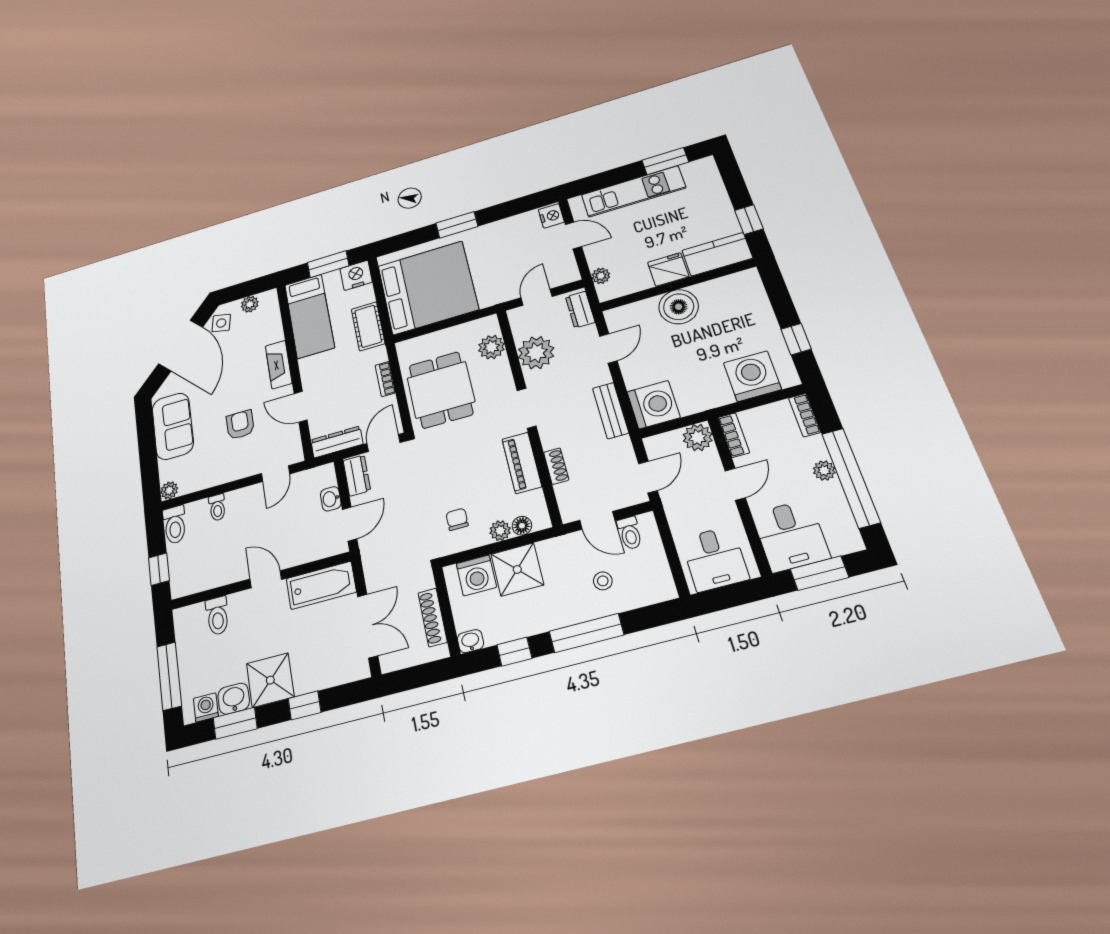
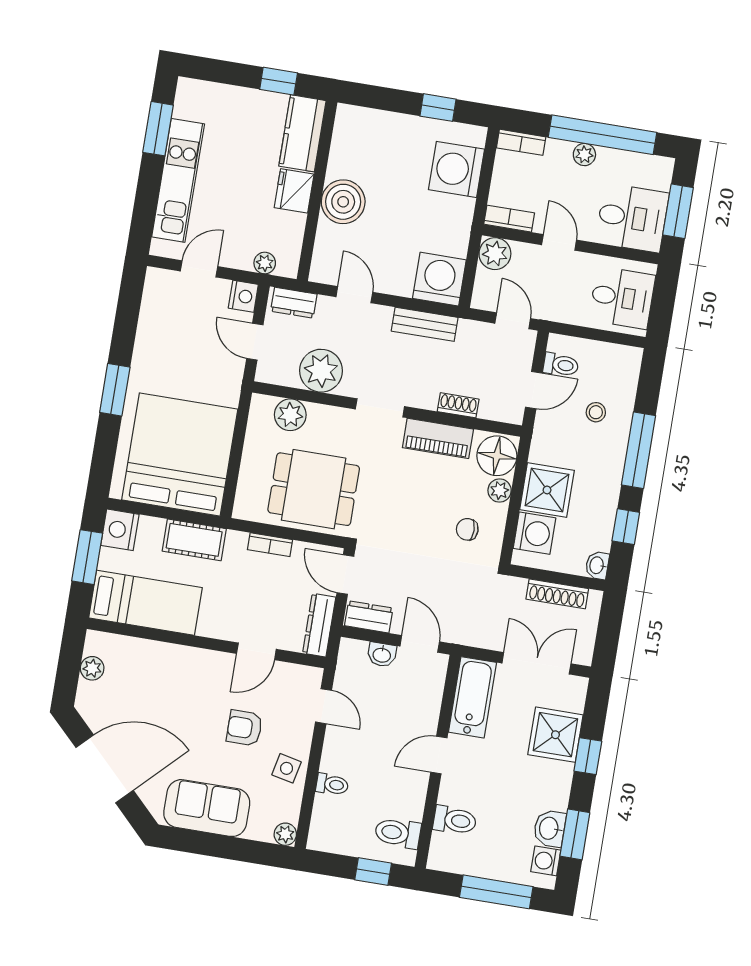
nightstand: (551, 216) -> (243, 296), moved, turned 90
side table: (221, 323) -> (286, 768), moved
fireplace: (279, 365) -> (190, 659), removed
toilet: (175, 525) -> (398, 833), moved, turned 180
floor lamp: (522, 526) -> (497, 456), width x1.89, depth x1.89
shower: (270, 680) -> (555, 735), moved

